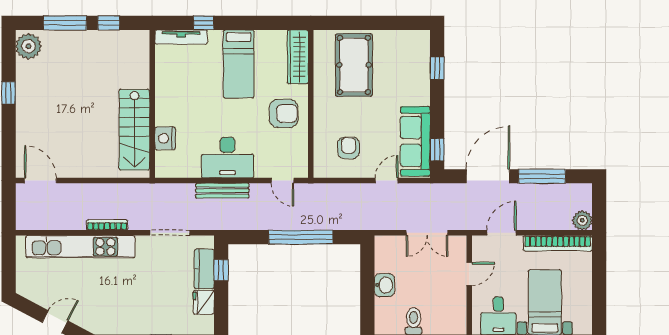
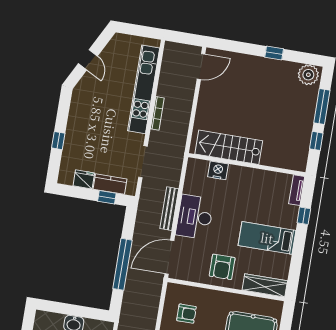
tv unit: (181, 37) -> (297, 190), width x0.71
door: (282, 181) -> (169, 257), width x1.87

